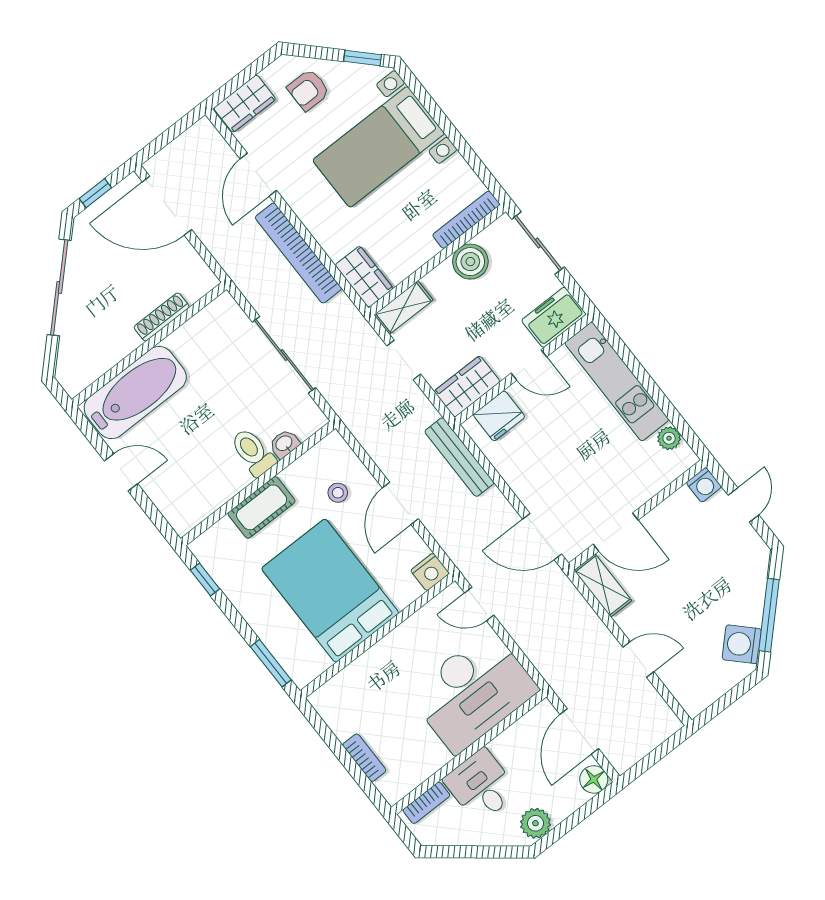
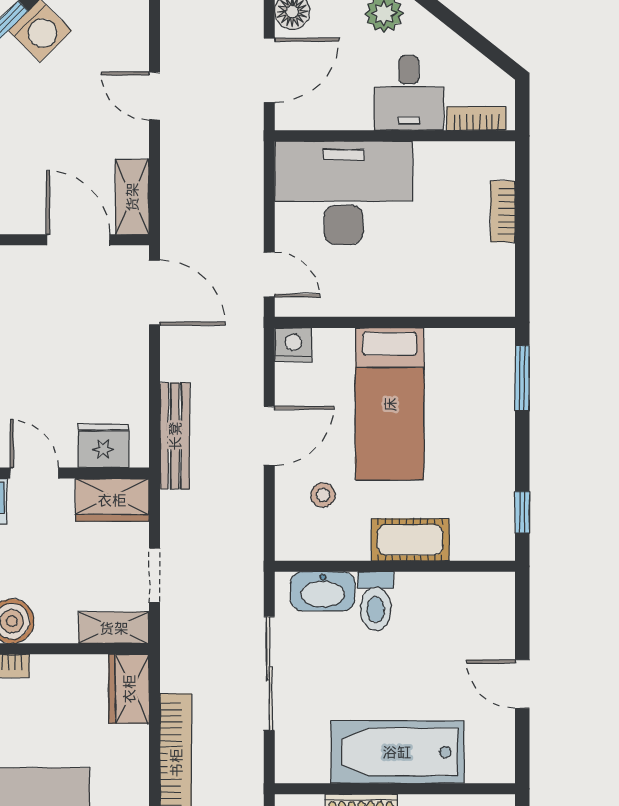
bathtub: (135, 393) -> (397, 752), moved
washbasin: (284, 444) -> (323, 591), width x1.91, depth x1.45
bed: (330, 591) -> (390, 404), width x0.67

